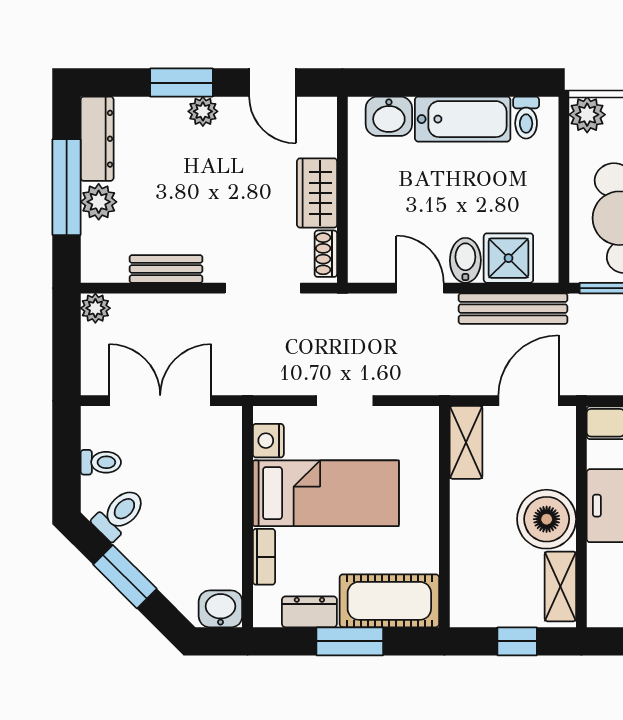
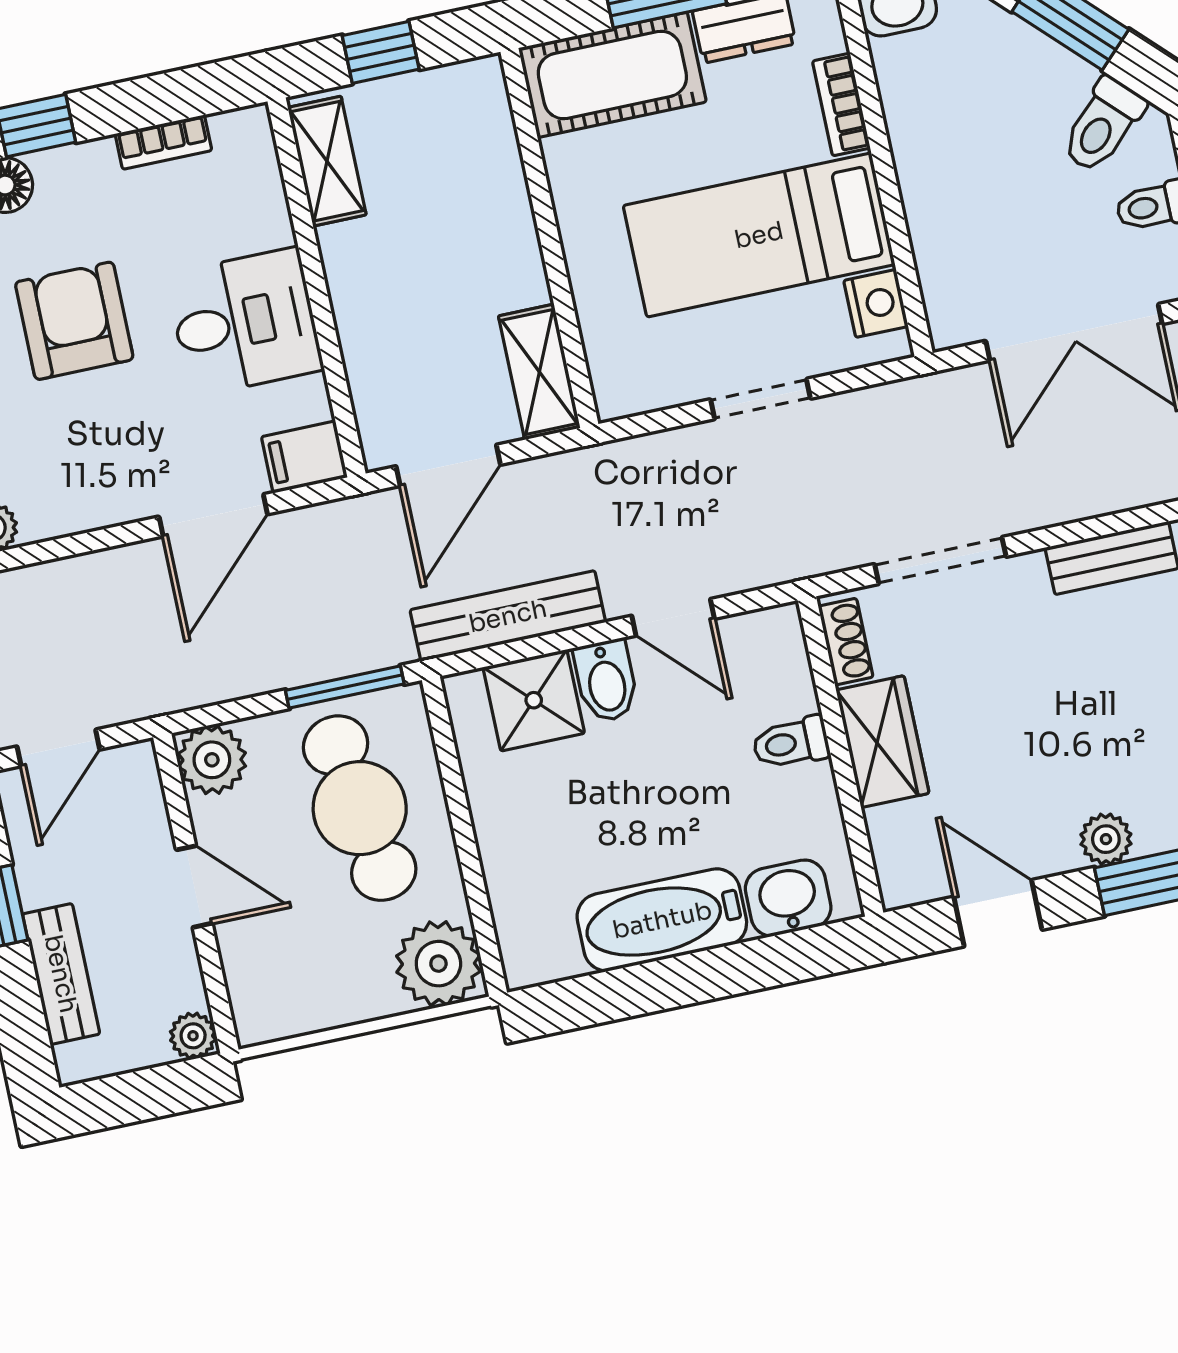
plant: (587, 115) -> (438, 964), width x1.36, depth x1.36
toilet: (526, 118) -> (791, 743), moved, turned -90
boiler: (547, 519) -> (375, 270), removed

